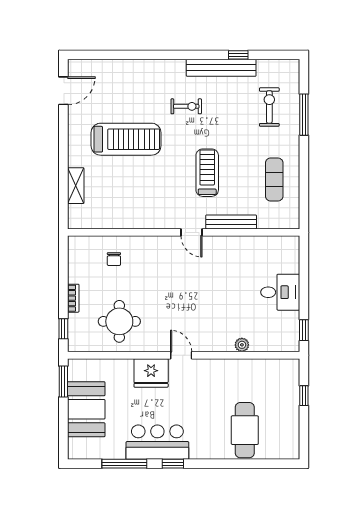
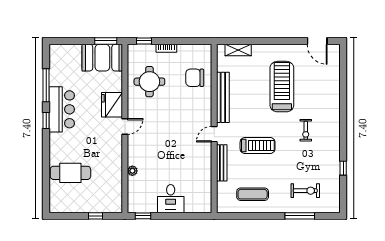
bench: (221, 68) -> (223, 97), moved
treadmill: (126, 139) -> (282, 87), turned 180
shelving: (76, 186) -> (238, 50), moved
chair: (114, 259) -> (195, 78), width x1.87, depth x1.87
booth: (86, 409) -> (102, 58), moved

